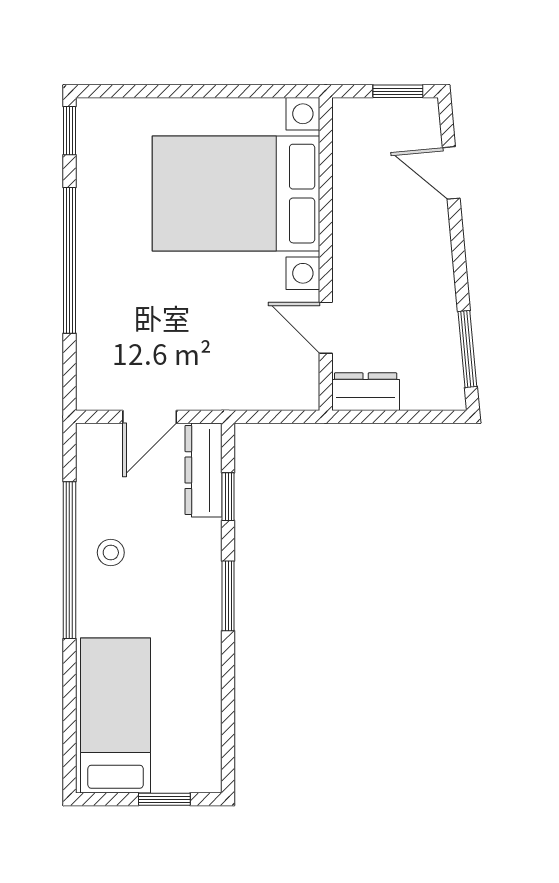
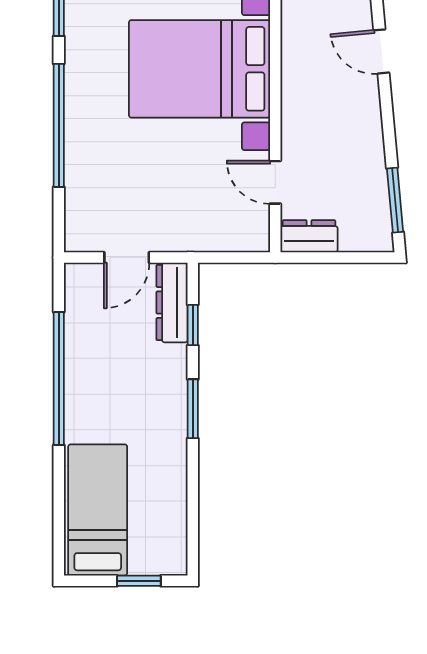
stool: (111, 553) -> (94, 372), removed

